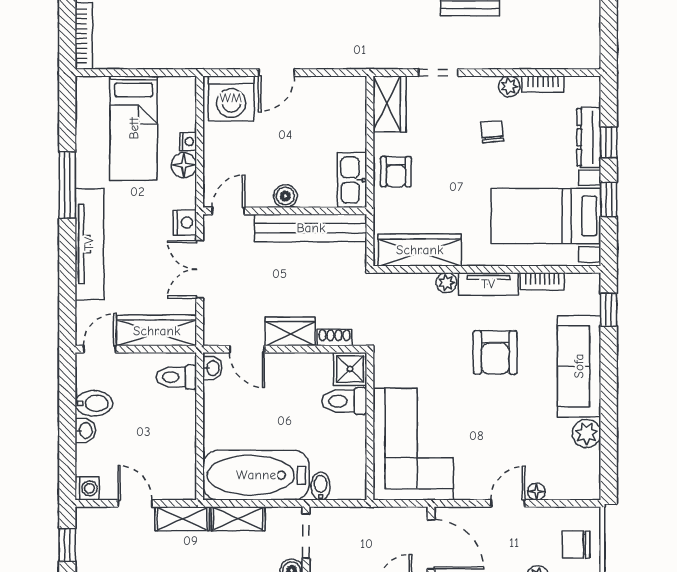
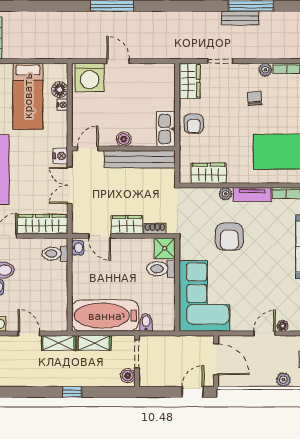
door: (276, 73) -> (118, 61), swing flipped
floor lamp: (184, 165) -> (60, 90), moved
wardrobe: (420, 250) -> (209, 173), width x0.67
armchair: (495, 352) -> (229, 237), moved

